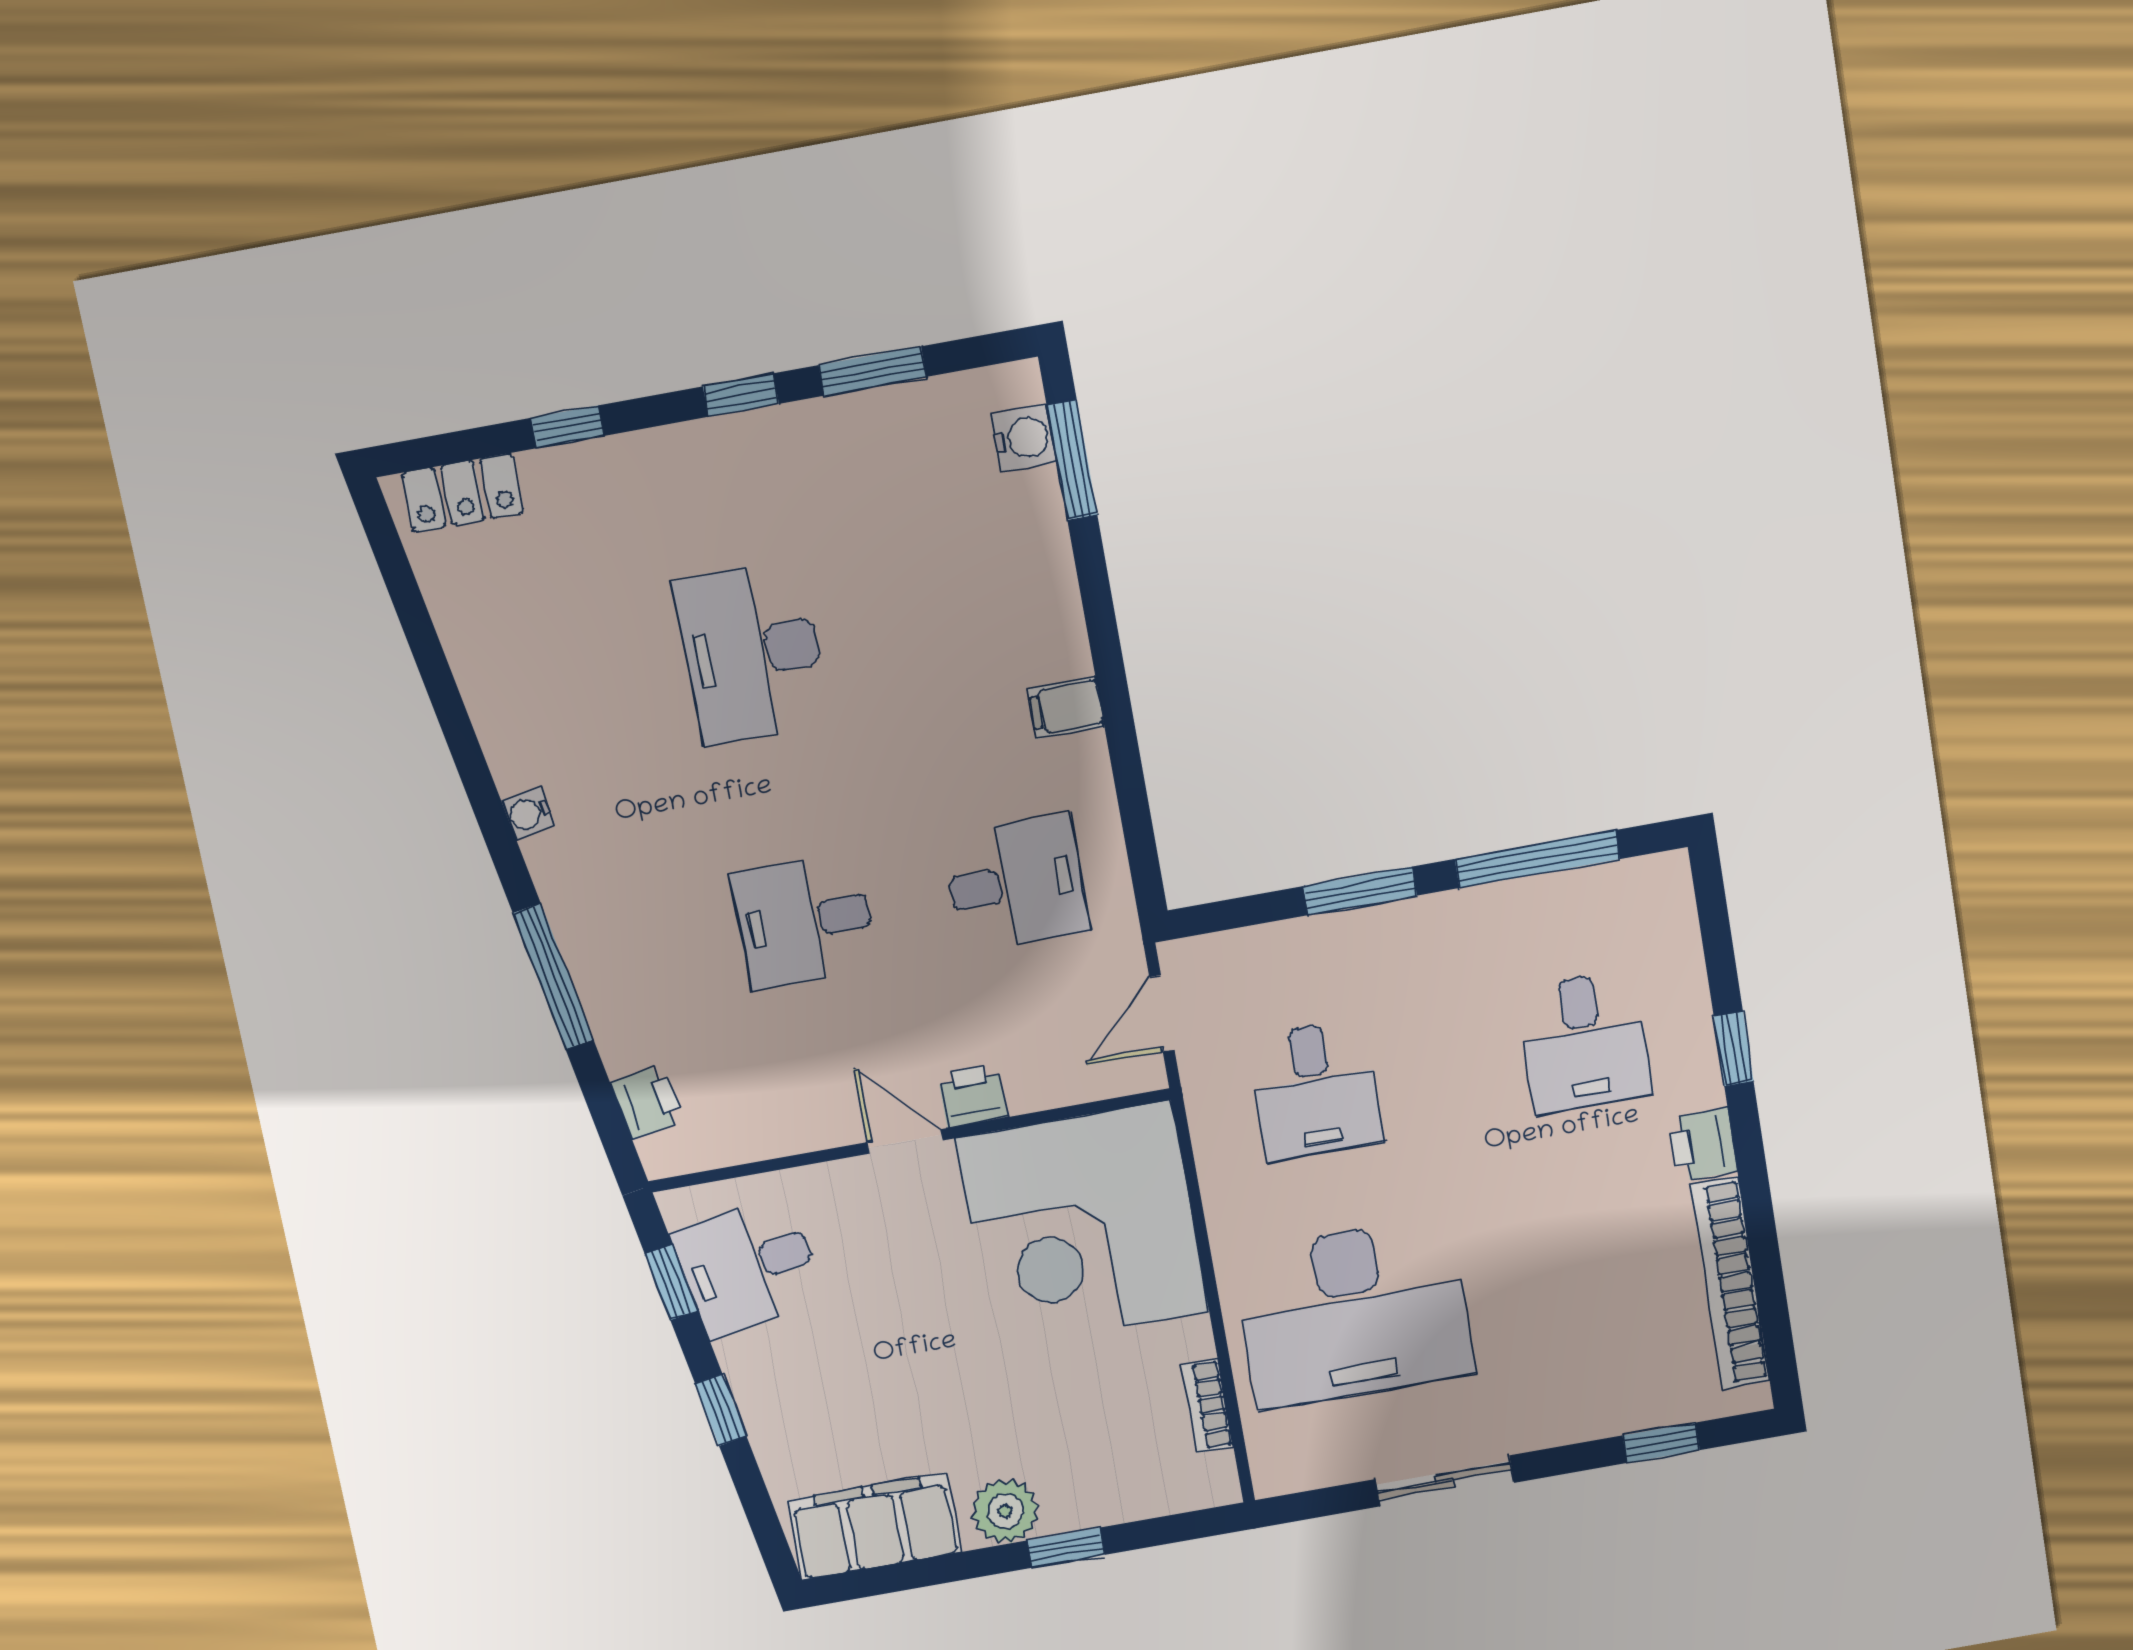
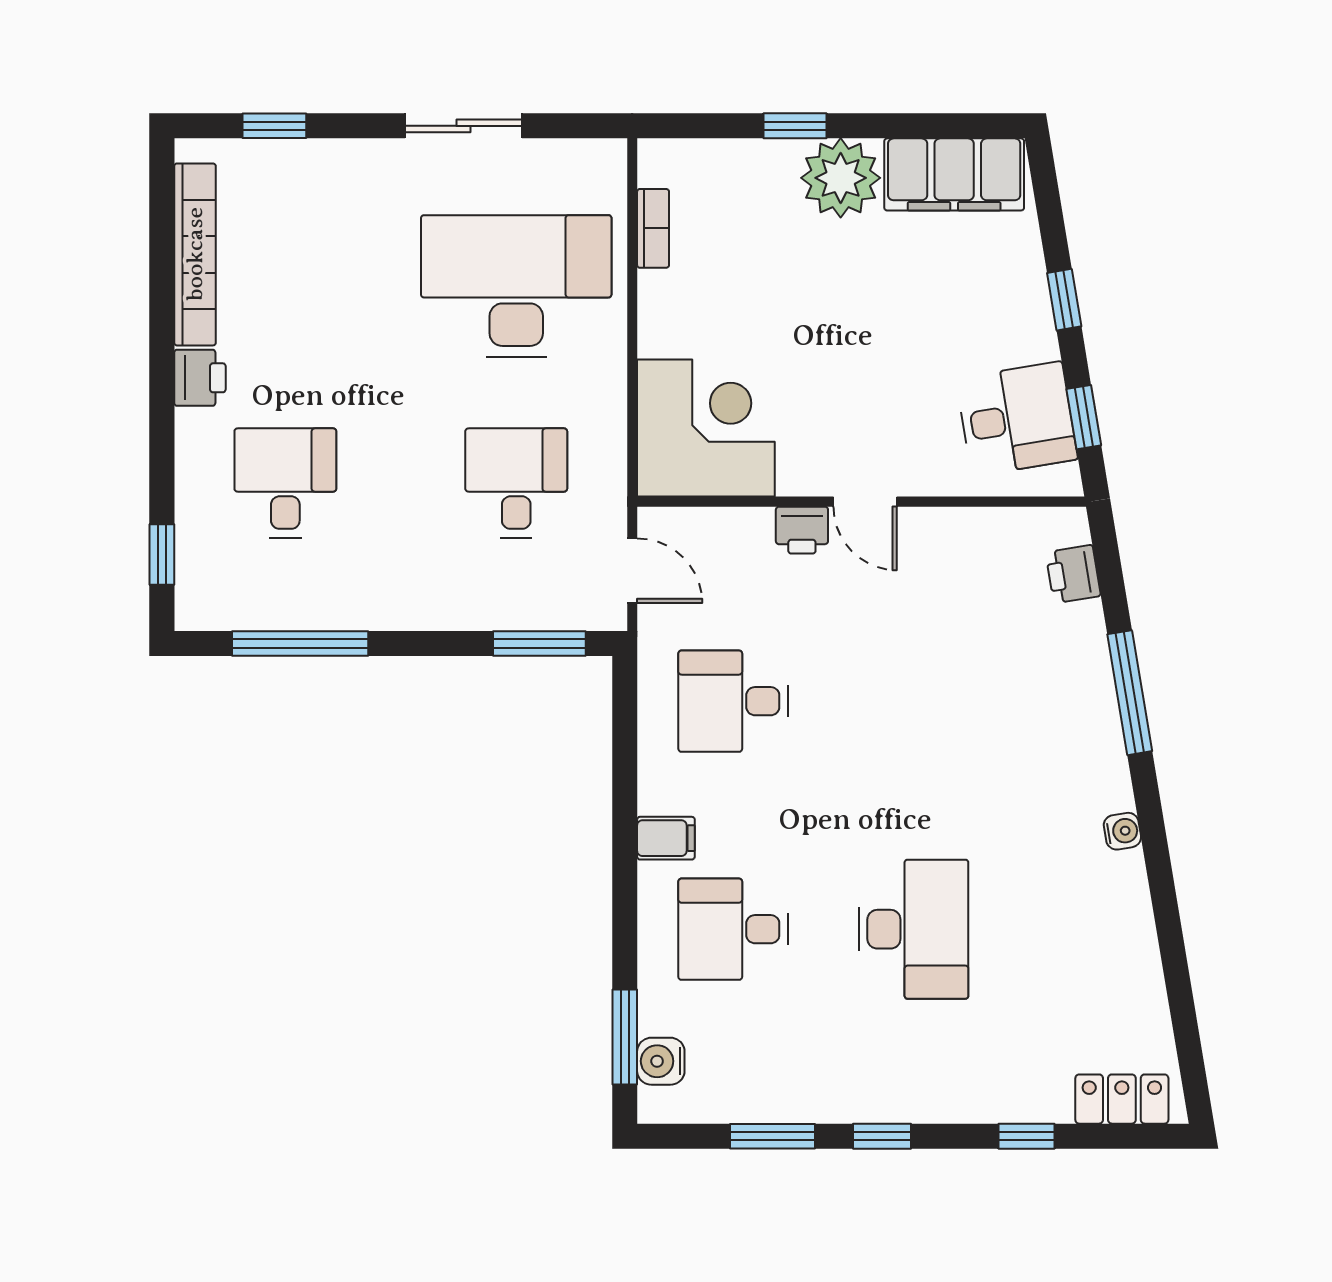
window: (1360, 891) -> (539, 643), moved
desk: (804, 921) -> (733, 929), moved, turned 180
door: (1162, 1013) -> (632, 571), hinge flipped
window: (1734, 1049) -> (162, 554), moved
corner desk: (1082, 1225) -> (706, 428), width x0.74, depth x0.74
plant: (1005, 1511) -> (841, 178), width x1.36, depth x1.36

